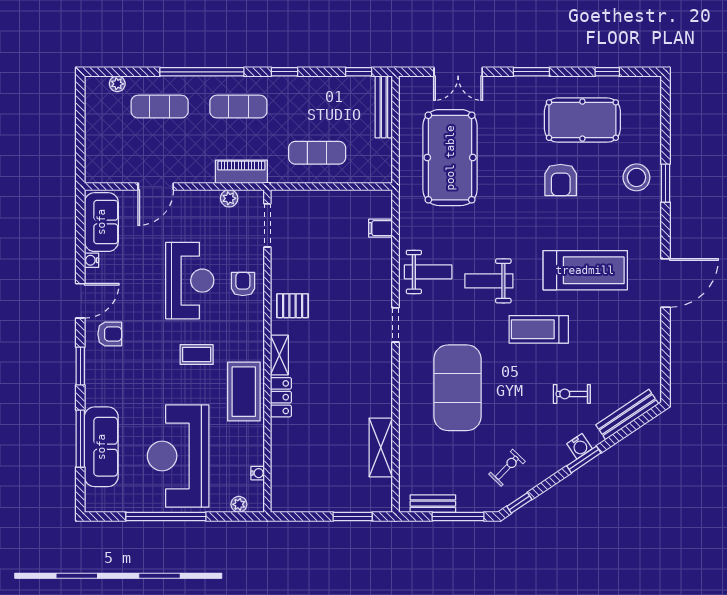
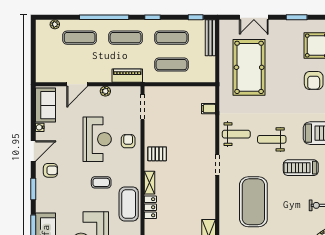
exercise mat: (317, 107) -> (172, 38), added
plant: (229, 198) -> (105, 91), moved

